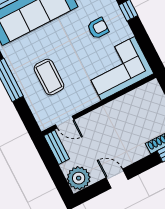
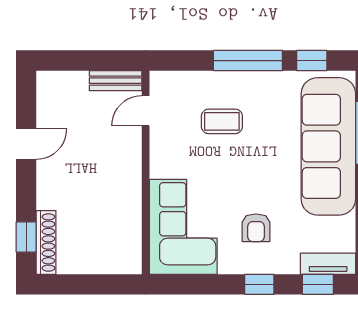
coffee table: (49, 77) -> (222, 121), width x0.73, depth x0.77
plant: (79, 178) -> (55, 89), removed

